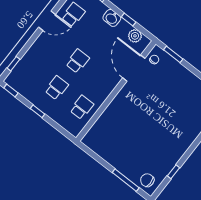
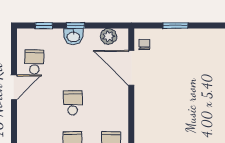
window: (129, 19) -> (76, 26), moved
window: (173, 54) -> (175, 26), moved

